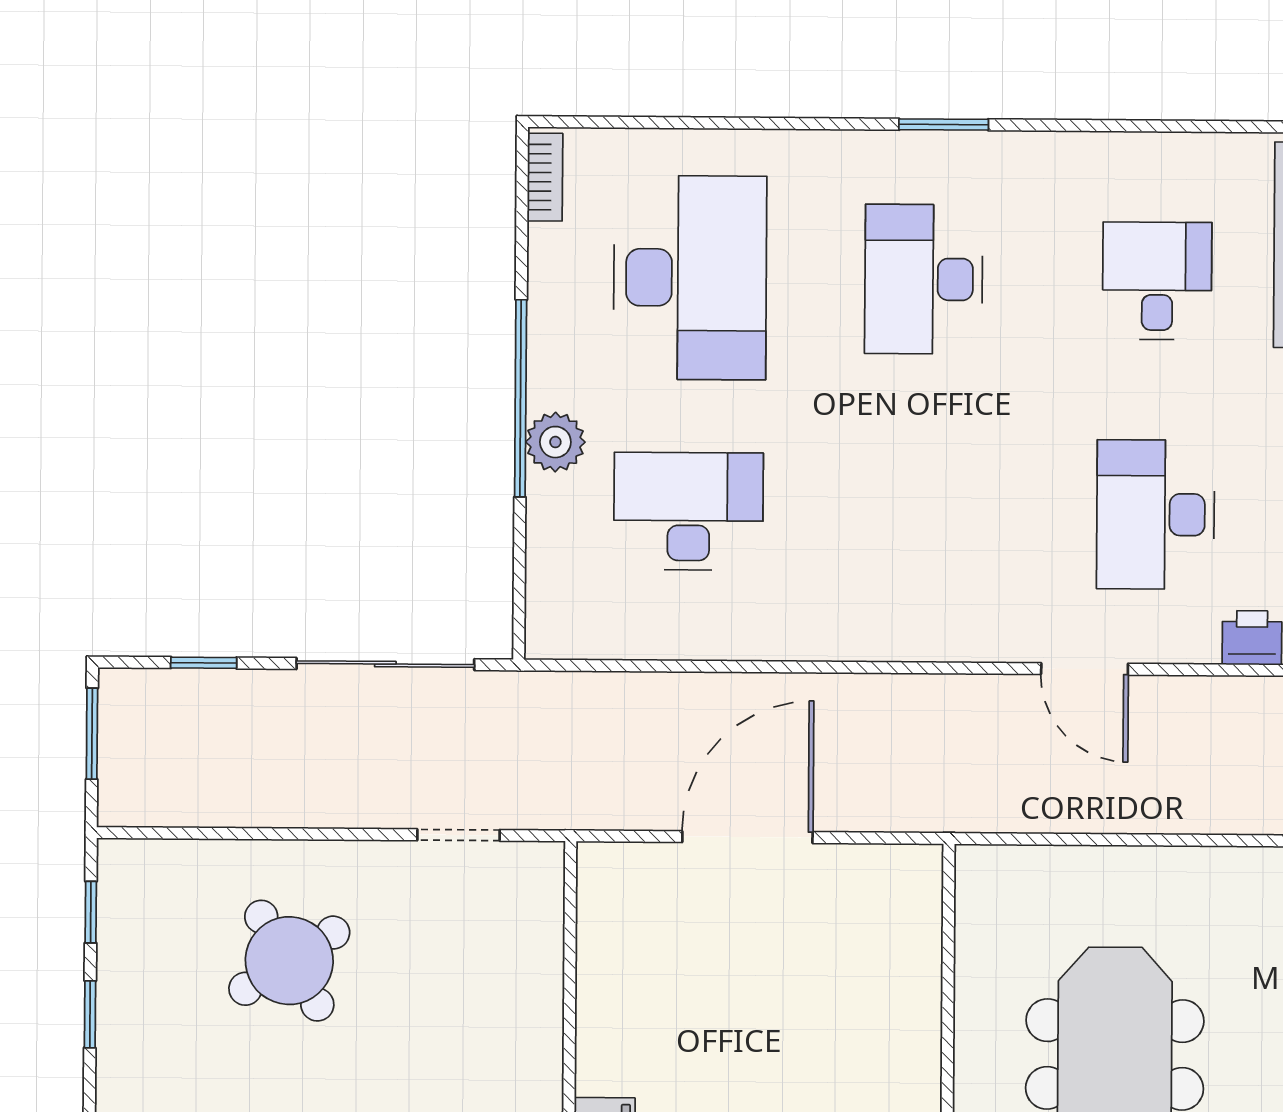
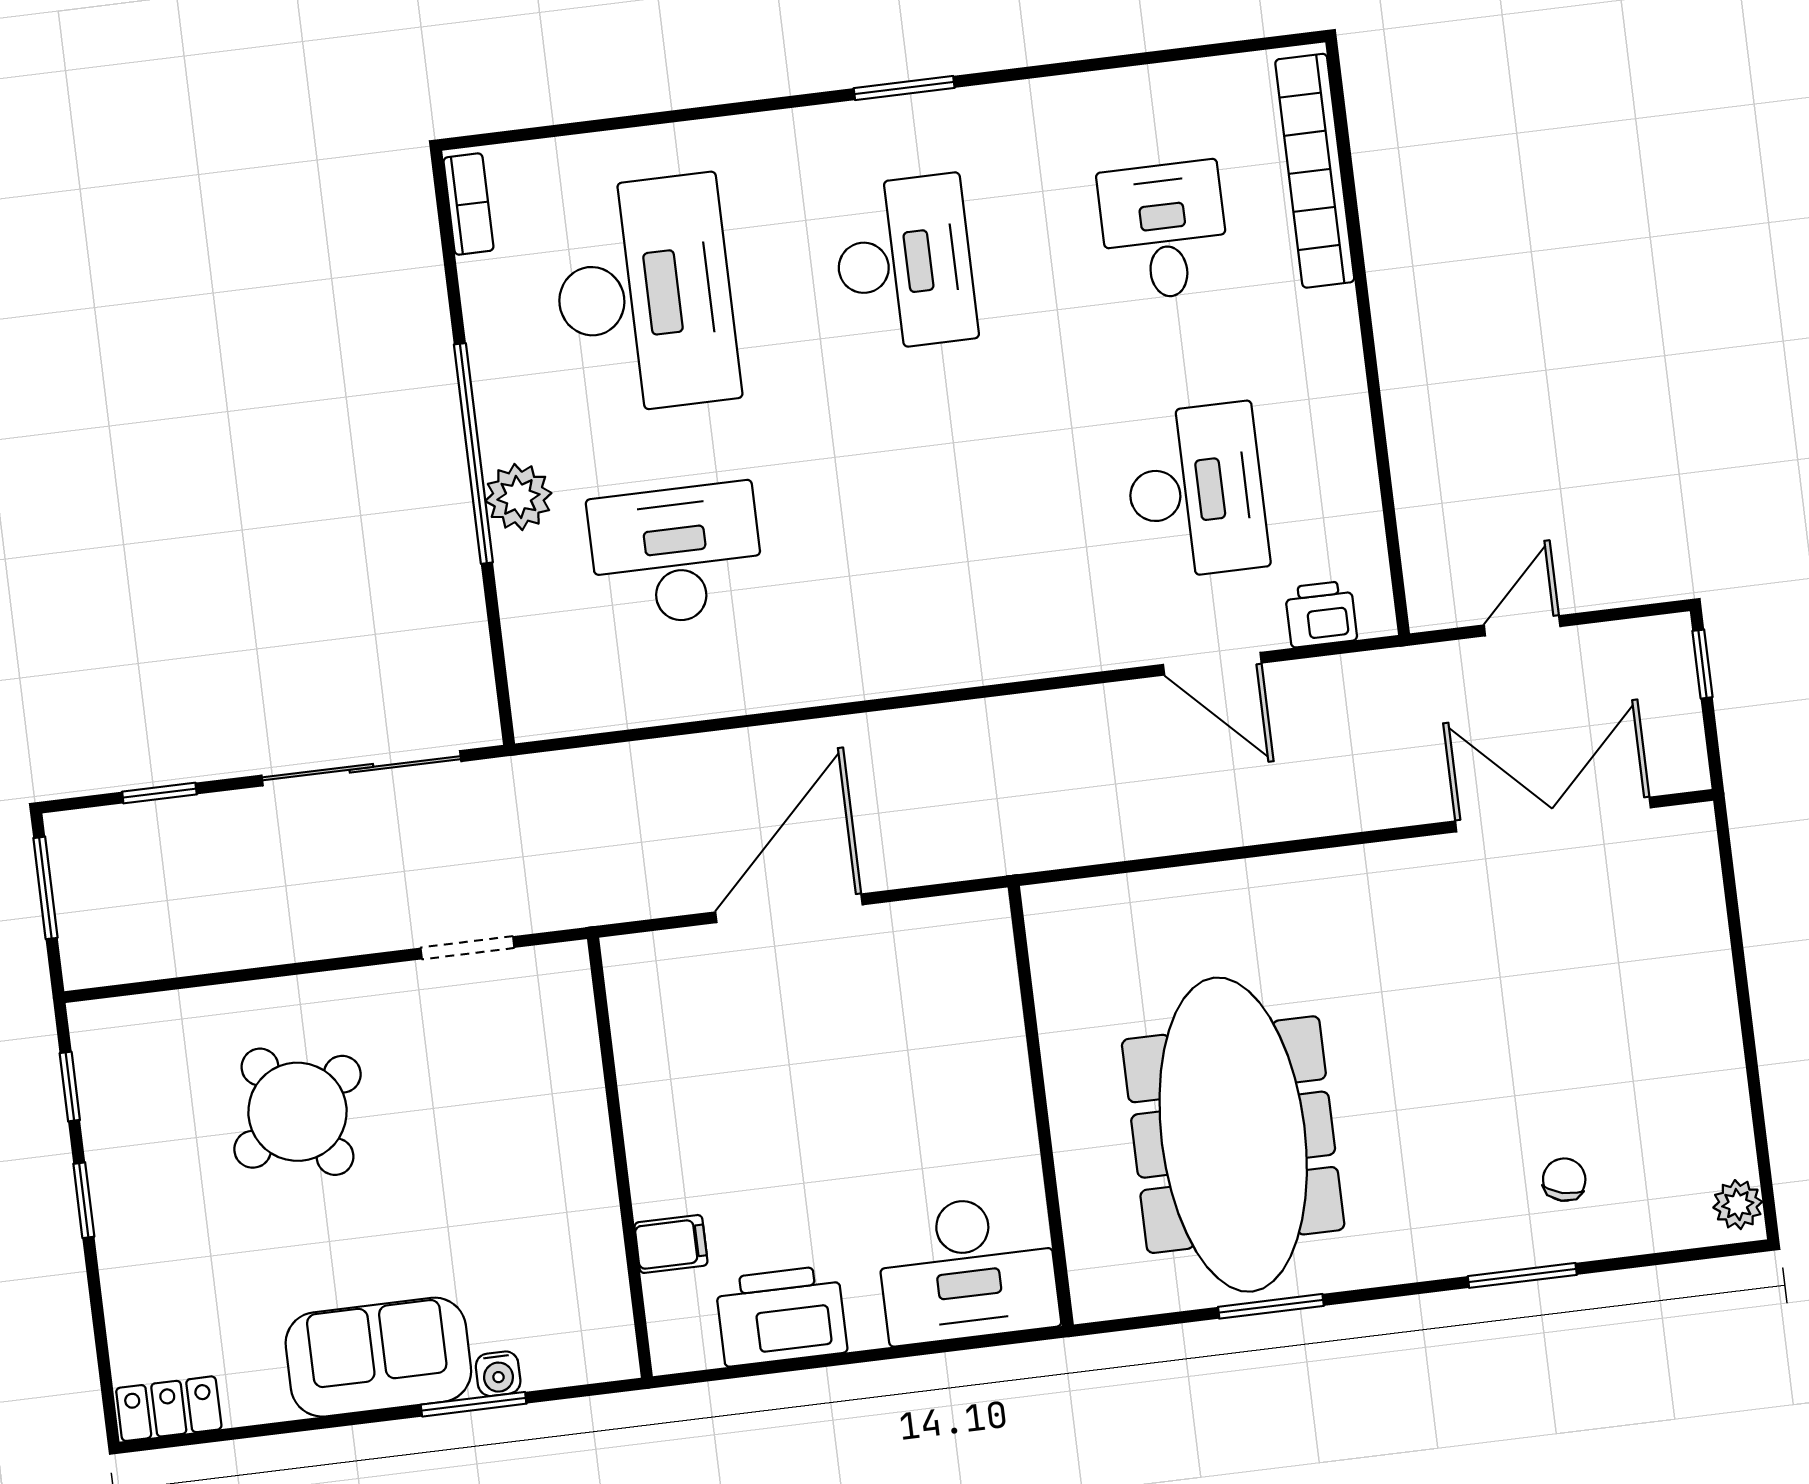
desk: (924, 279) -> (904, 263), turned 180
desk: (1156, 515) -> (1196, 491), turned 180
door: (1085, 669) -> (1212, 664), moved

